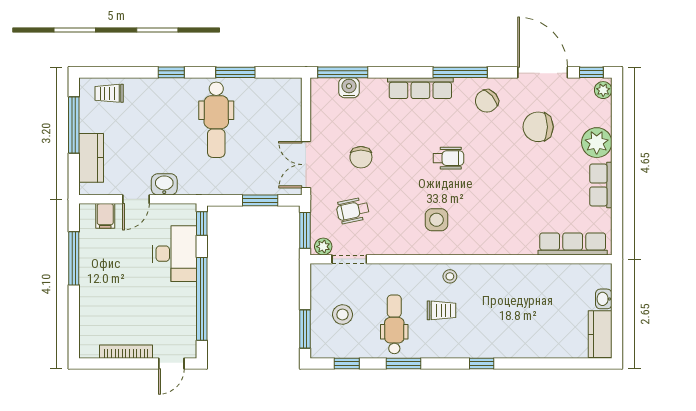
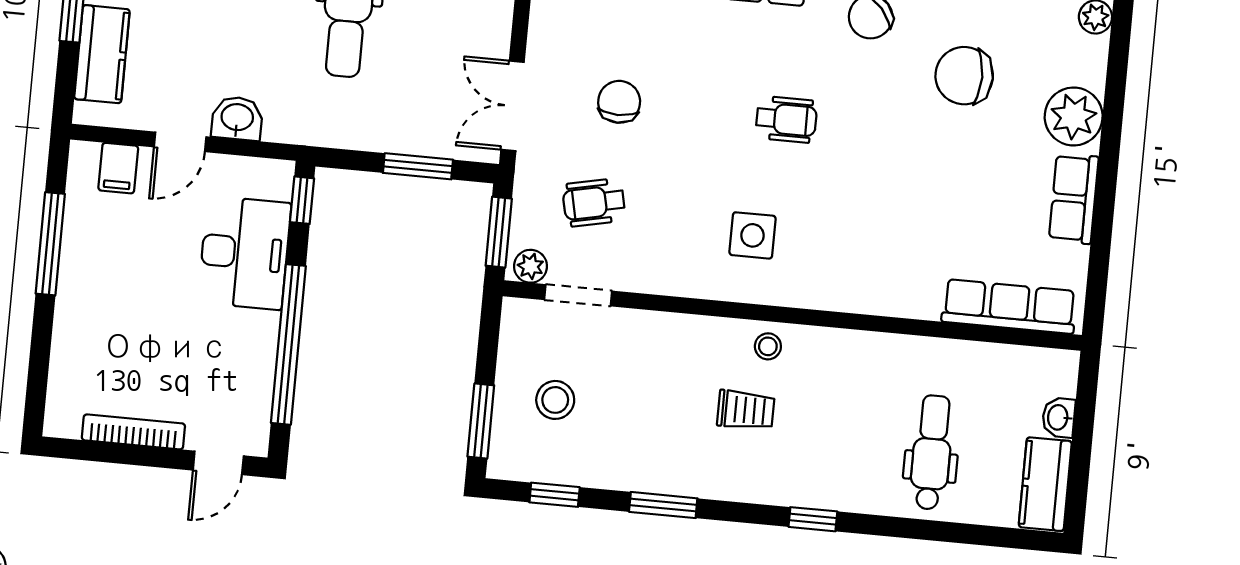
chair: (361, 157) -> (619, 102), turned 180
dental chair: (394, 324) -> (932, 452), moved

